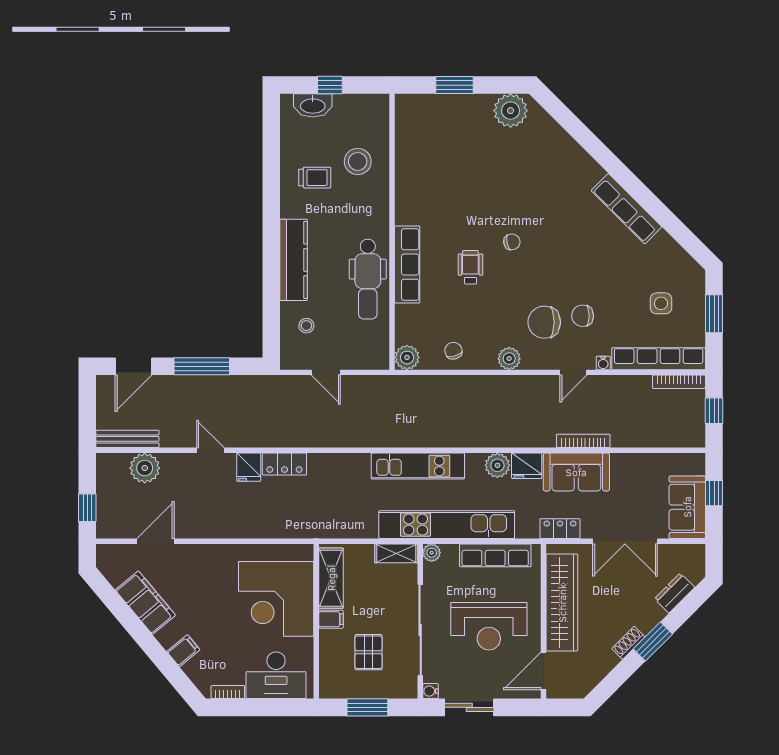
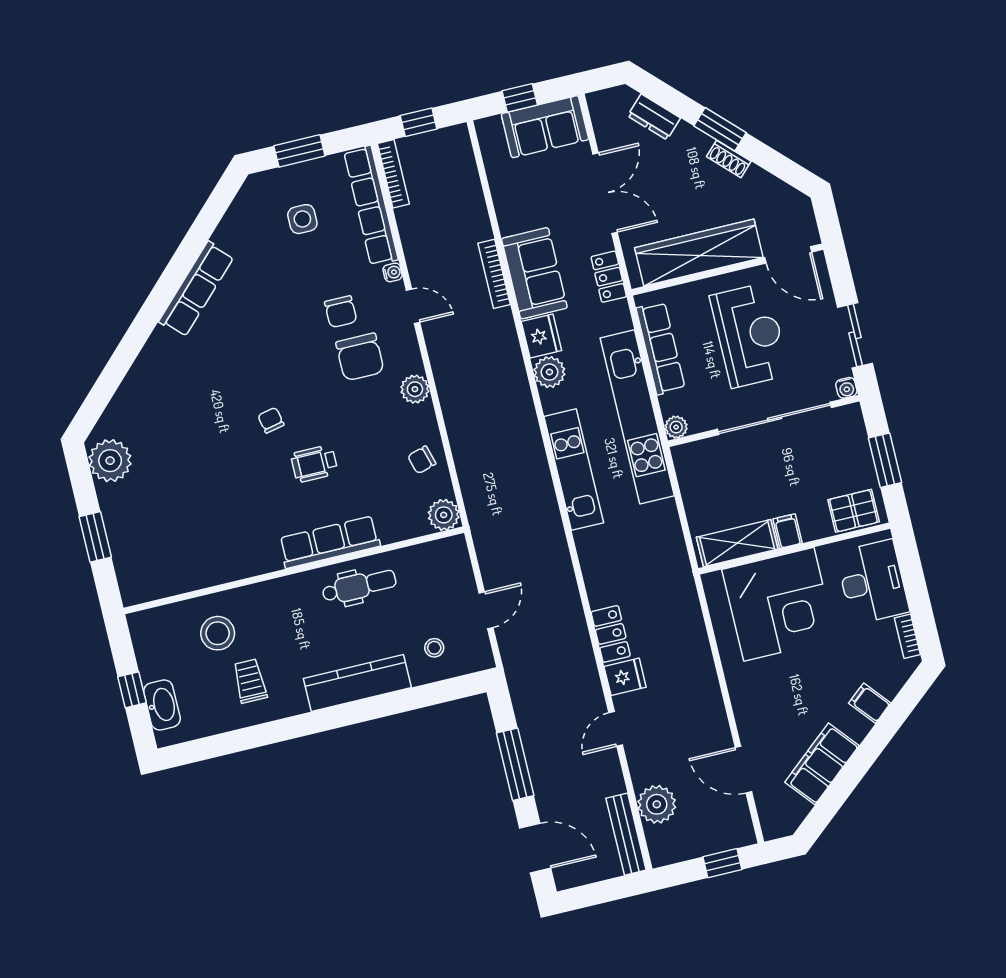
dental chair: (368, 279) -> (359, 586), width x0.73, depth x0.72
shelving: (396, 553) -> (687, 470), removed
pallet: (369, 652) -> (854, 511), moved

